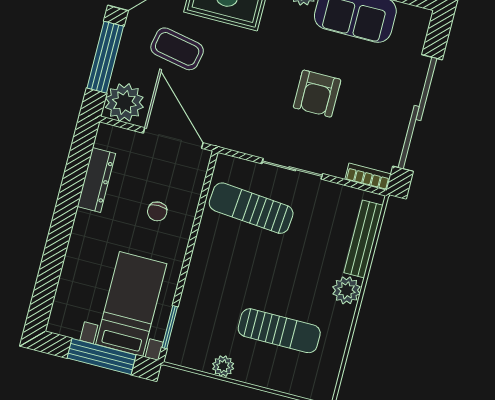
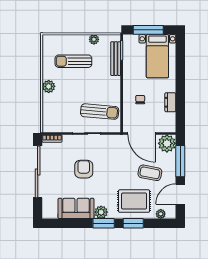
dresser: (96, 180) -> (170, 102), width x0.70
bench: (363, 239) -> (116, 59), moved
bed with nightstands: (131, 304) -> (157, 56), moved

